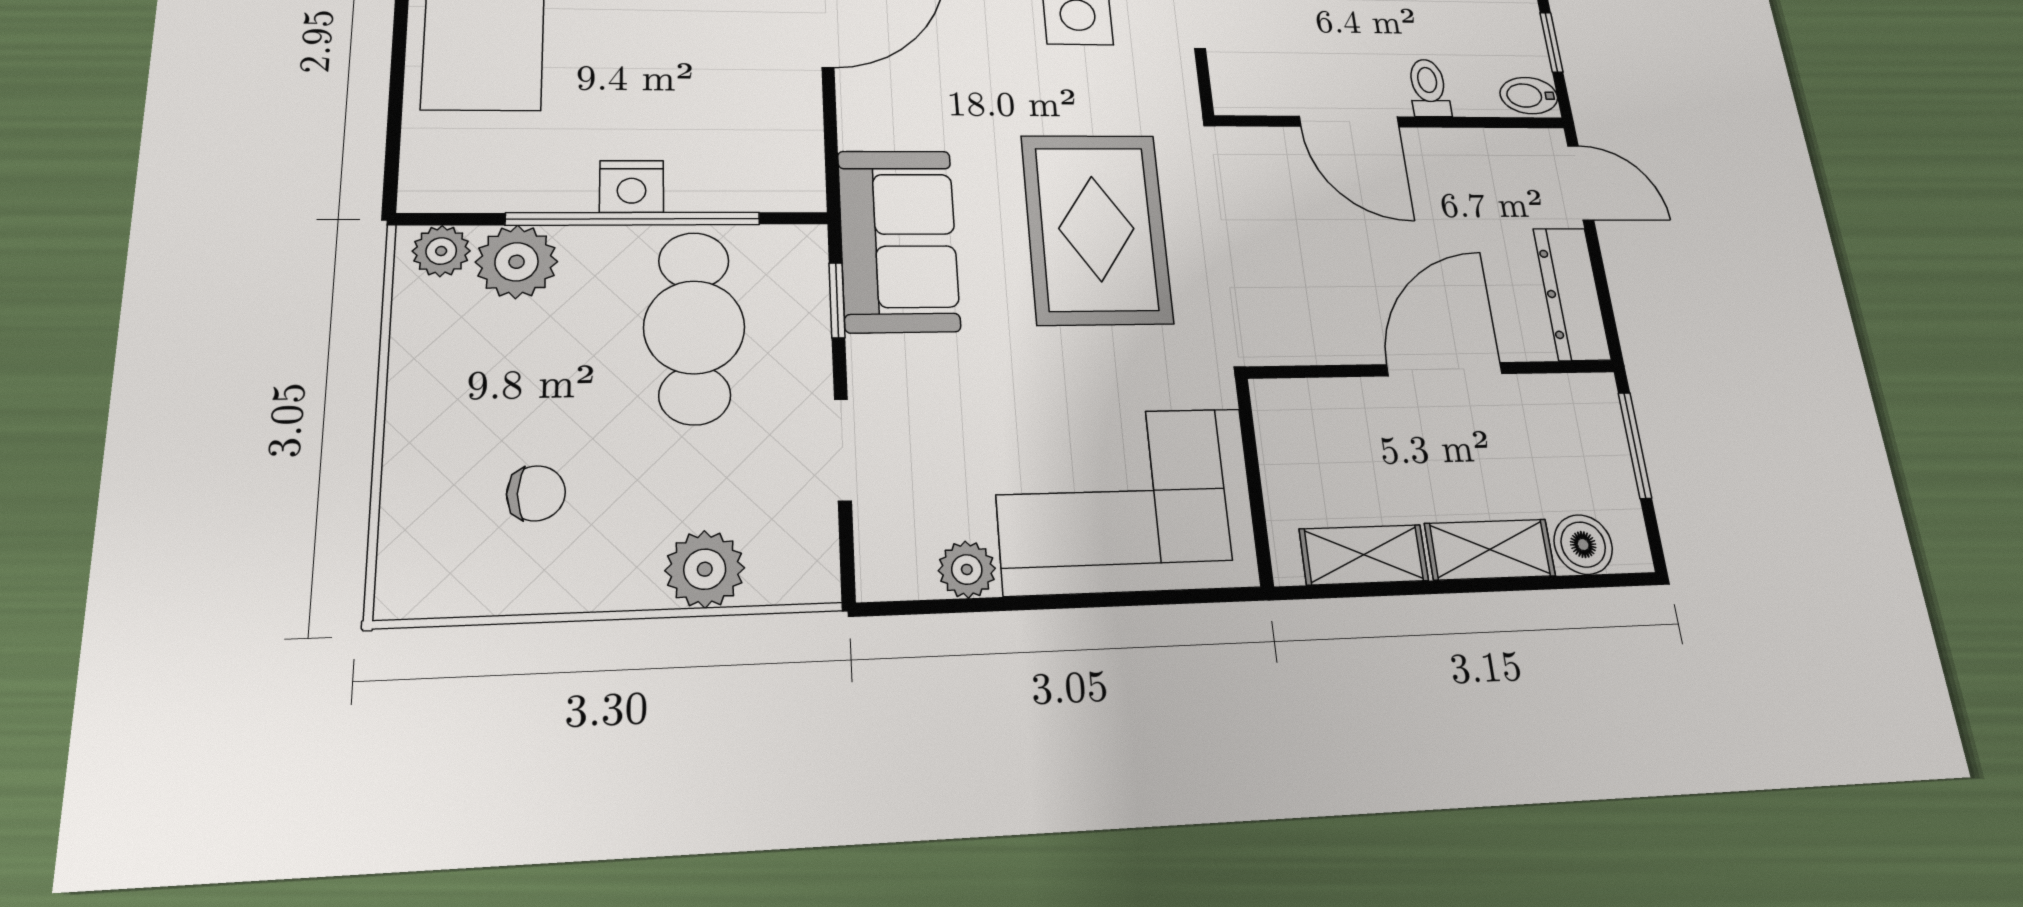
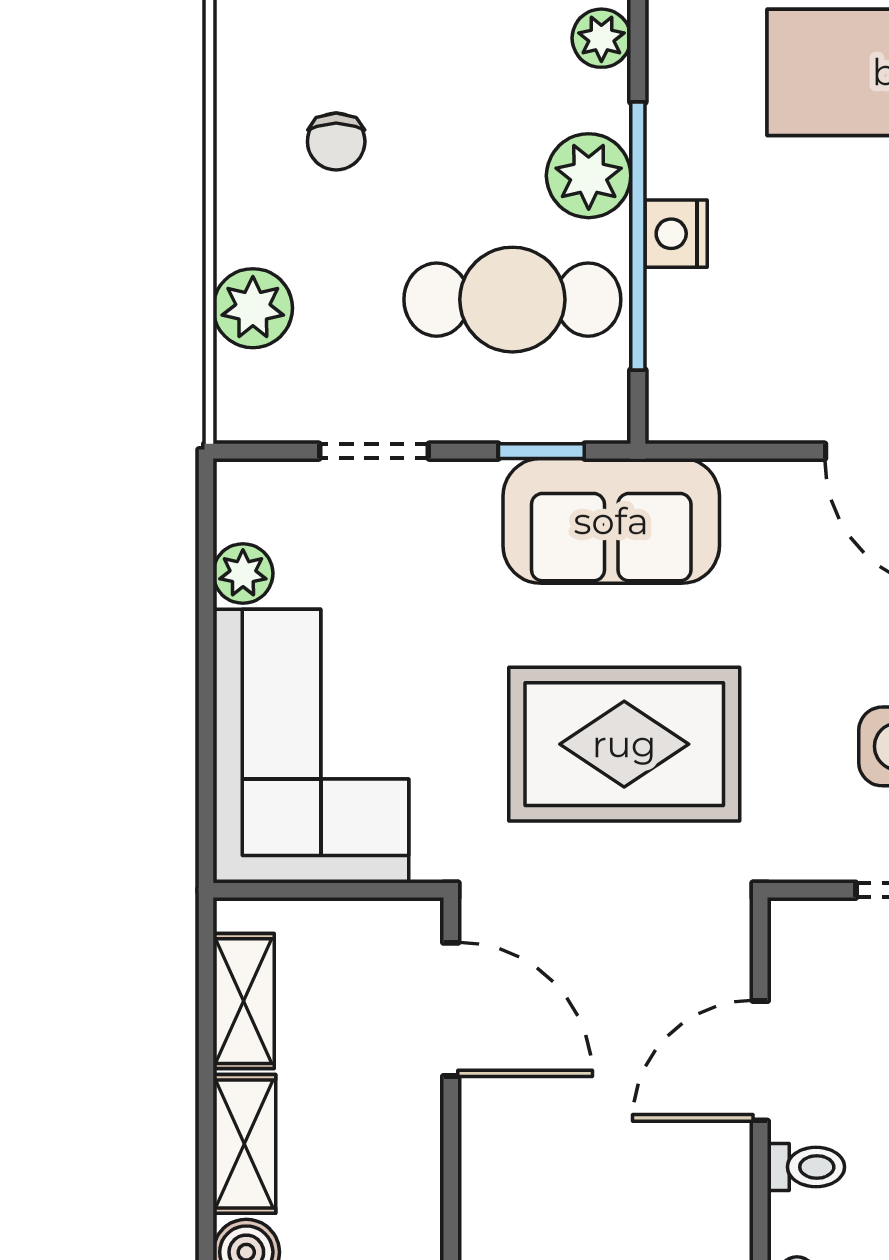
plant: (517, 262) -> (589, 176), moved
door: (1445, 369) -> (451, 1009), moved

